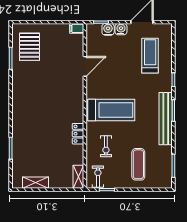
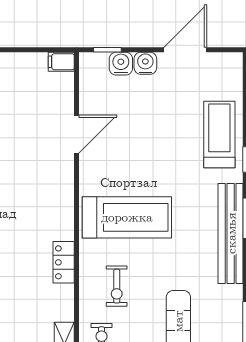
treadmill: (150, 56) -> (219, 135), moved

